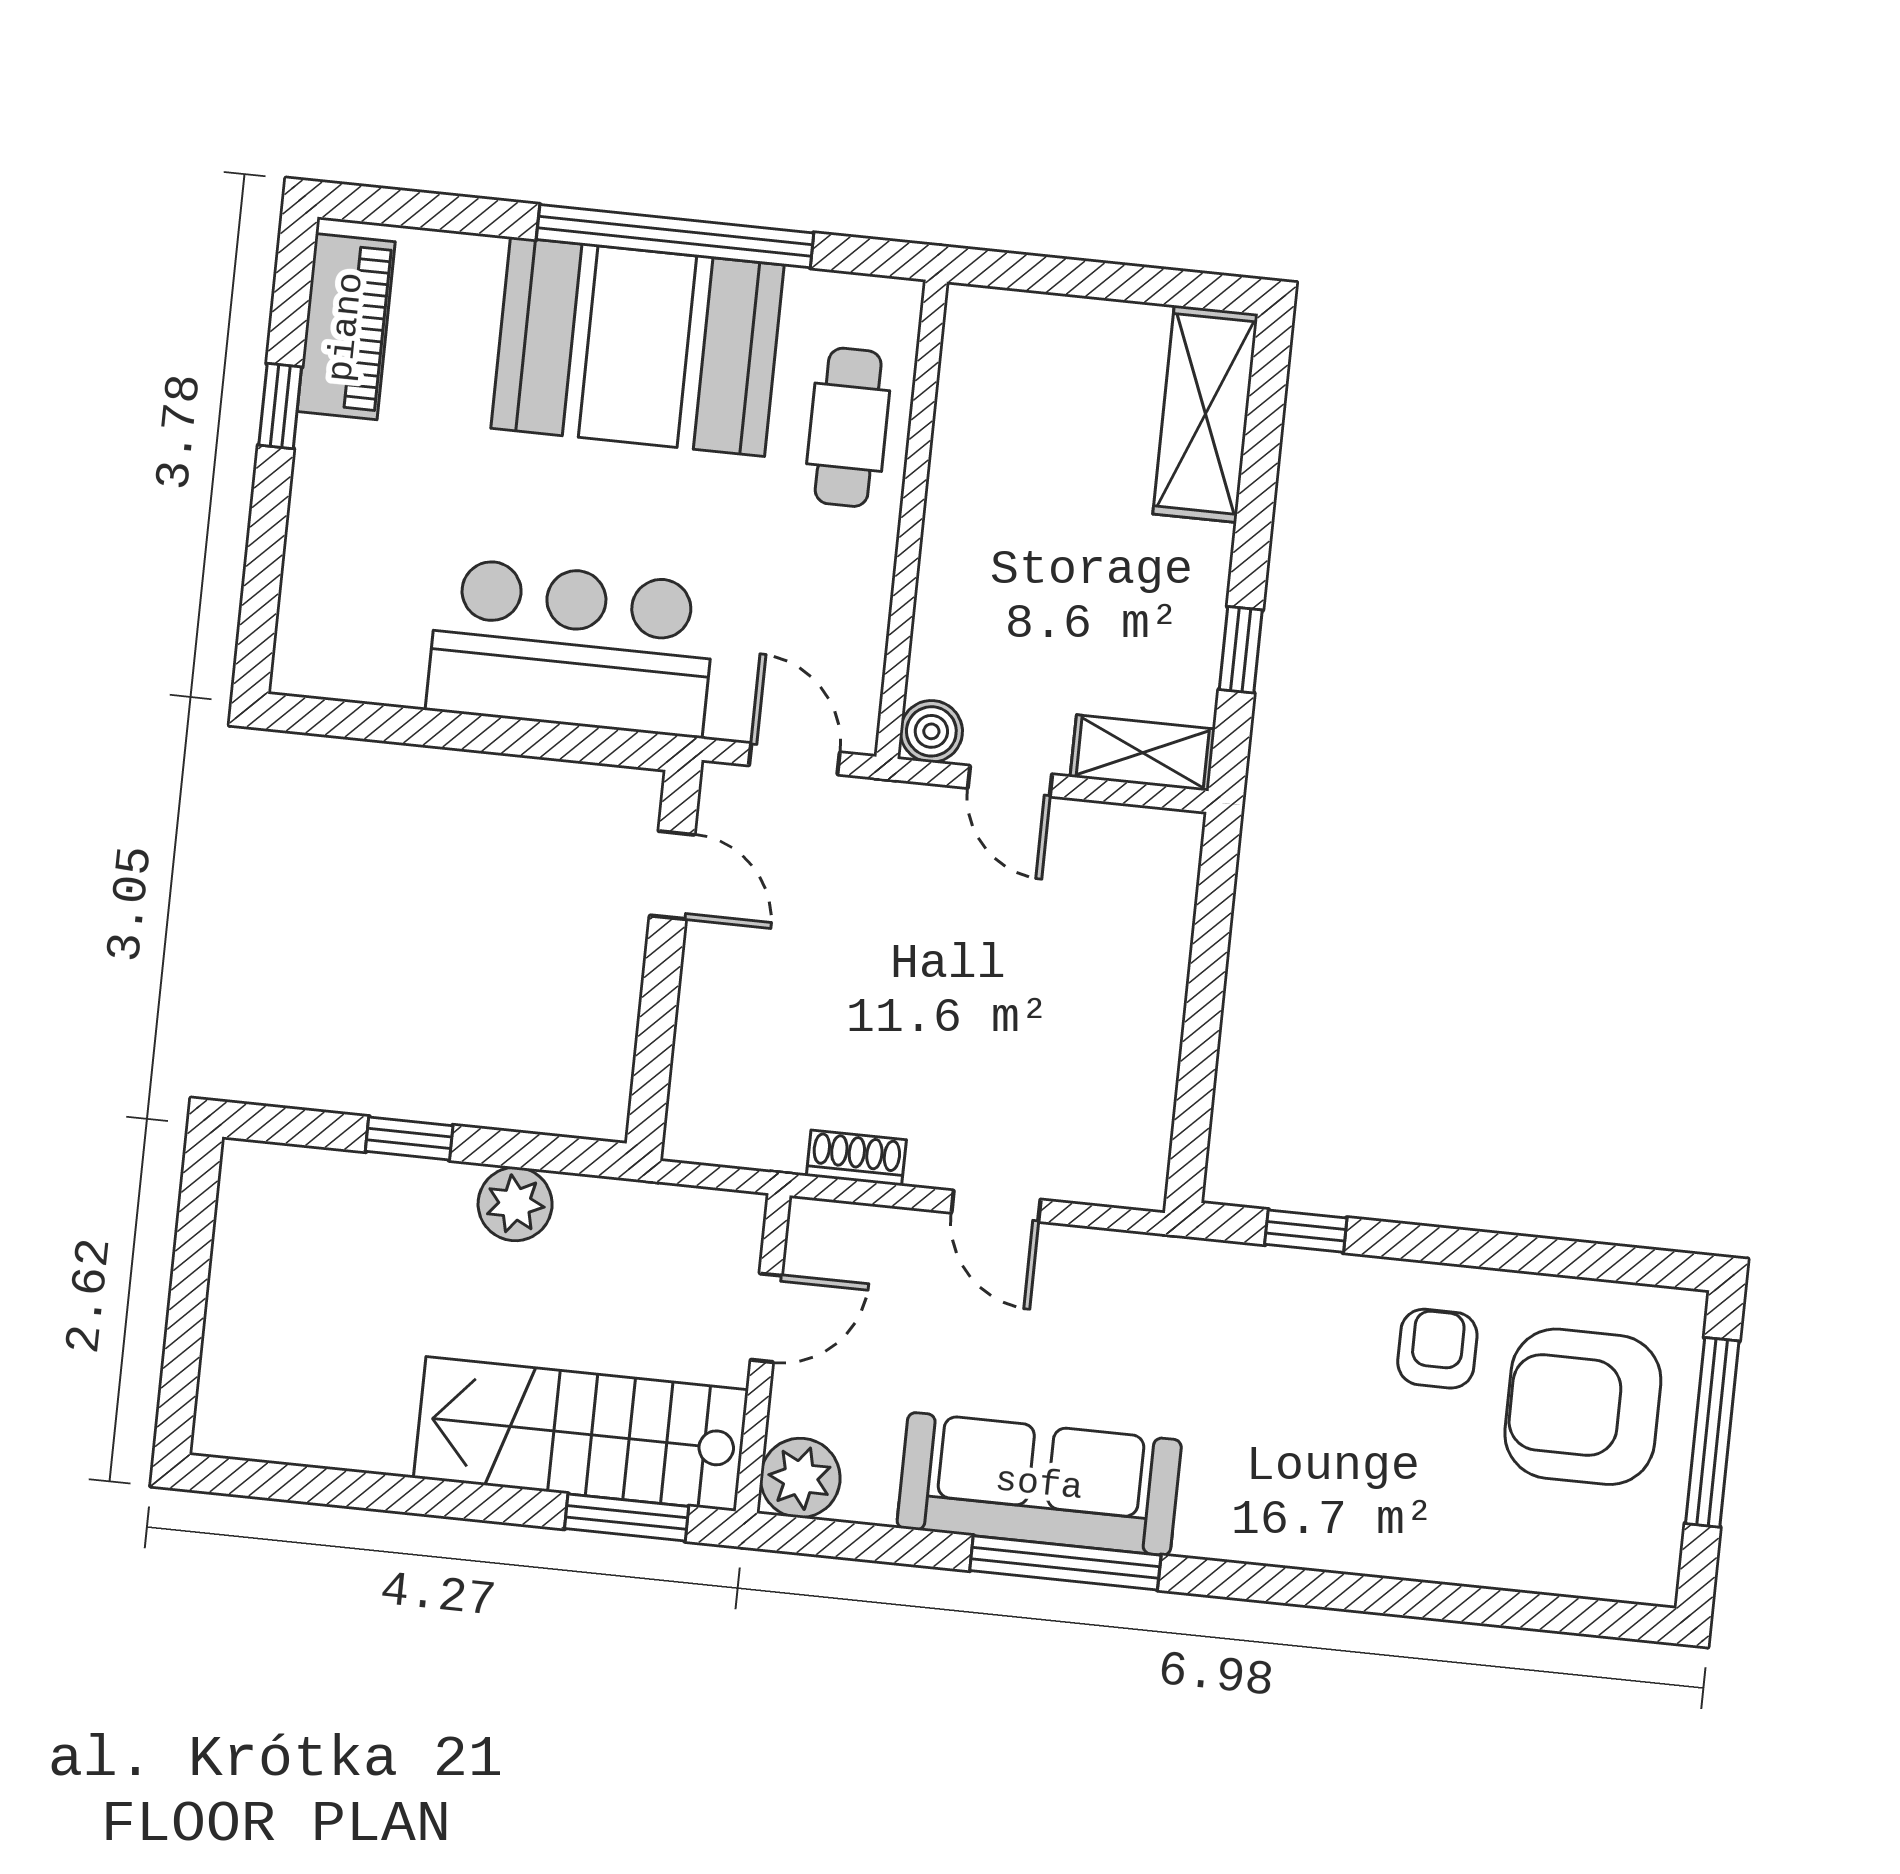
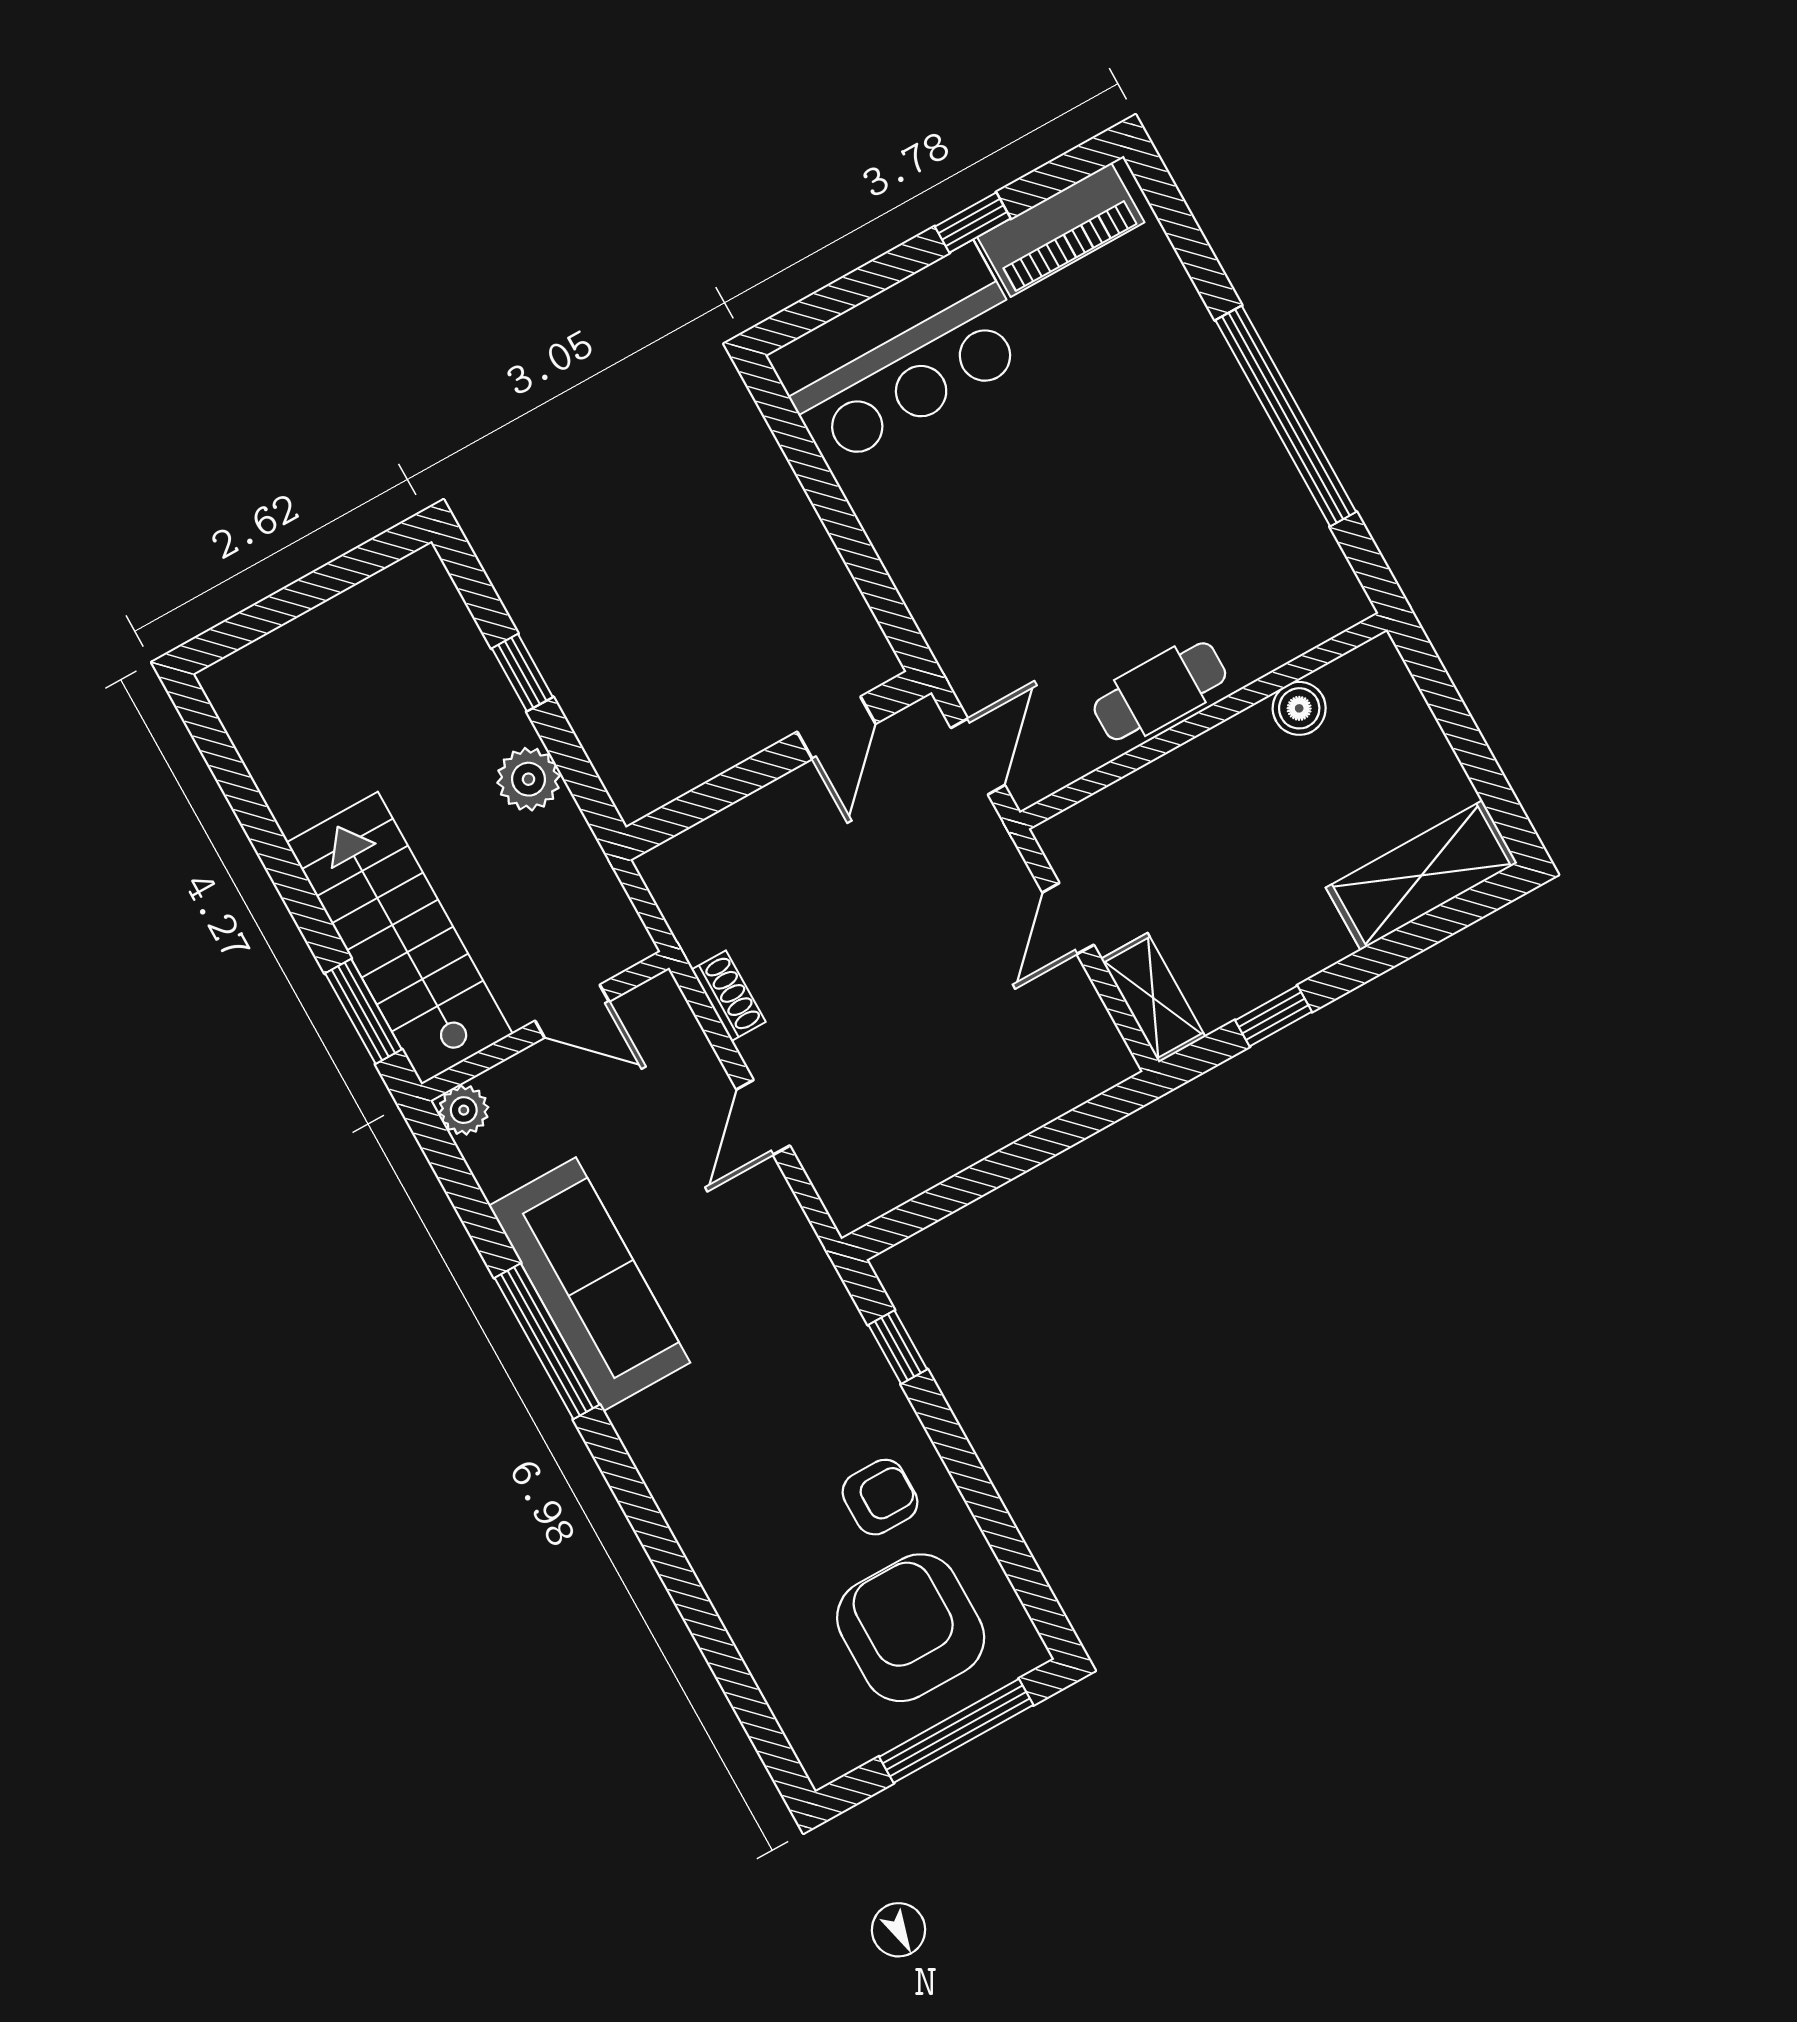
booth: (638, 347) -> (1190, 444), removed
cafe table: (848, 427) -> (1160, 691), moved
bar counter: (571, 648) -> (901, 355), moved, turned 90
boiler: (931, 731) -> (1299, 708), moved
plant: (800, 1478) -> (464, 1110), width x0.73, depth x0.73

